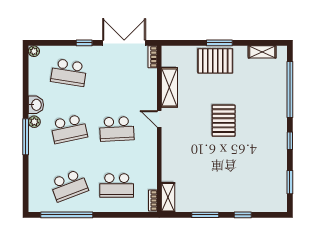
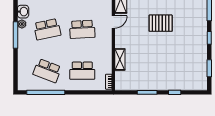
door: (159, 119) -> (113, 22), swing flipped
pallet: (224, 121) -> (161, 23), turned 90
school desk: (69, 185) -> (47, 71), turned 42
shelving: (168, 197) -> (120, 59), moved

